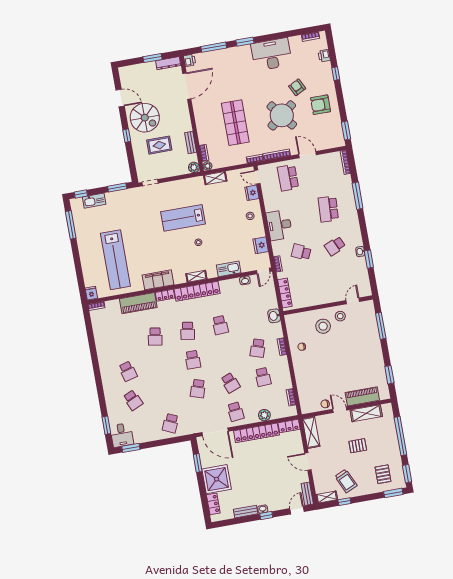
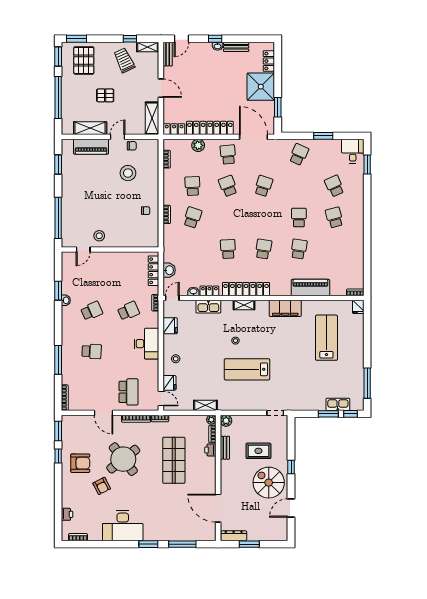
printer: (190, 60) -> (210, 450), moved
window: (336, 74) -> (58, 456), moved
door: (187, 86) -> (218, 508), hinge flipped
door: (120, 98) -> (291, 508), hinge flipped
window: (117, 187) -> (328, 414), moved
school desk: (328, 209) -> (92, 351), width x0.54
lab bench: (183, 218) -> (247, 369), turned 180
school desk: (301, 252) -> (128, 311), turned -48
lab bench: (115, 260) -> (326, 338), width x0.73
locker: (165, 295) -> (209, 291), moved
washbasin: (274, 316) -> (169, 270), moved
stool: (323, 326) -> (128, 173), moved
window: (381, 326) -> (58, 218), width x1.46
school desk: (193, 360) -> (299, 217), moved
door: (340, 410) -> (117, 137), swing flipped
window: (131, 448) -> (323, 136), moved
pallet: (383, 474) -> (84, 60), width x1.50, depth x1.42

